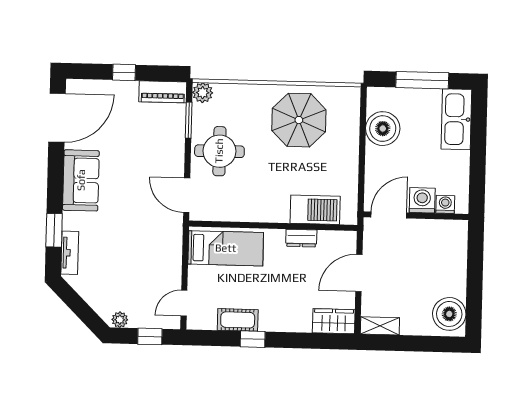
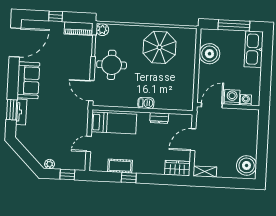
barbecue: (315, 210) -> (146, 103), moved, width x0.53, depth x0.65
tv unit: (70, 253) -> (21, 112), moved
door: (184, 303) -> (89, 144), moved

